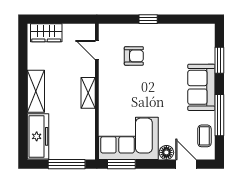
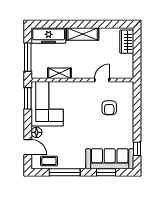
window: (148, 19) -> (137, 149), moved
door: (97, 50) -> (102, 80), moved
sofa: (201, 87) -> (110, 159), moved, width x1.36
shelving: (88, 93) -> (59, 73), moved
door: (186, 164) -> (28, 147), hinge flipped

